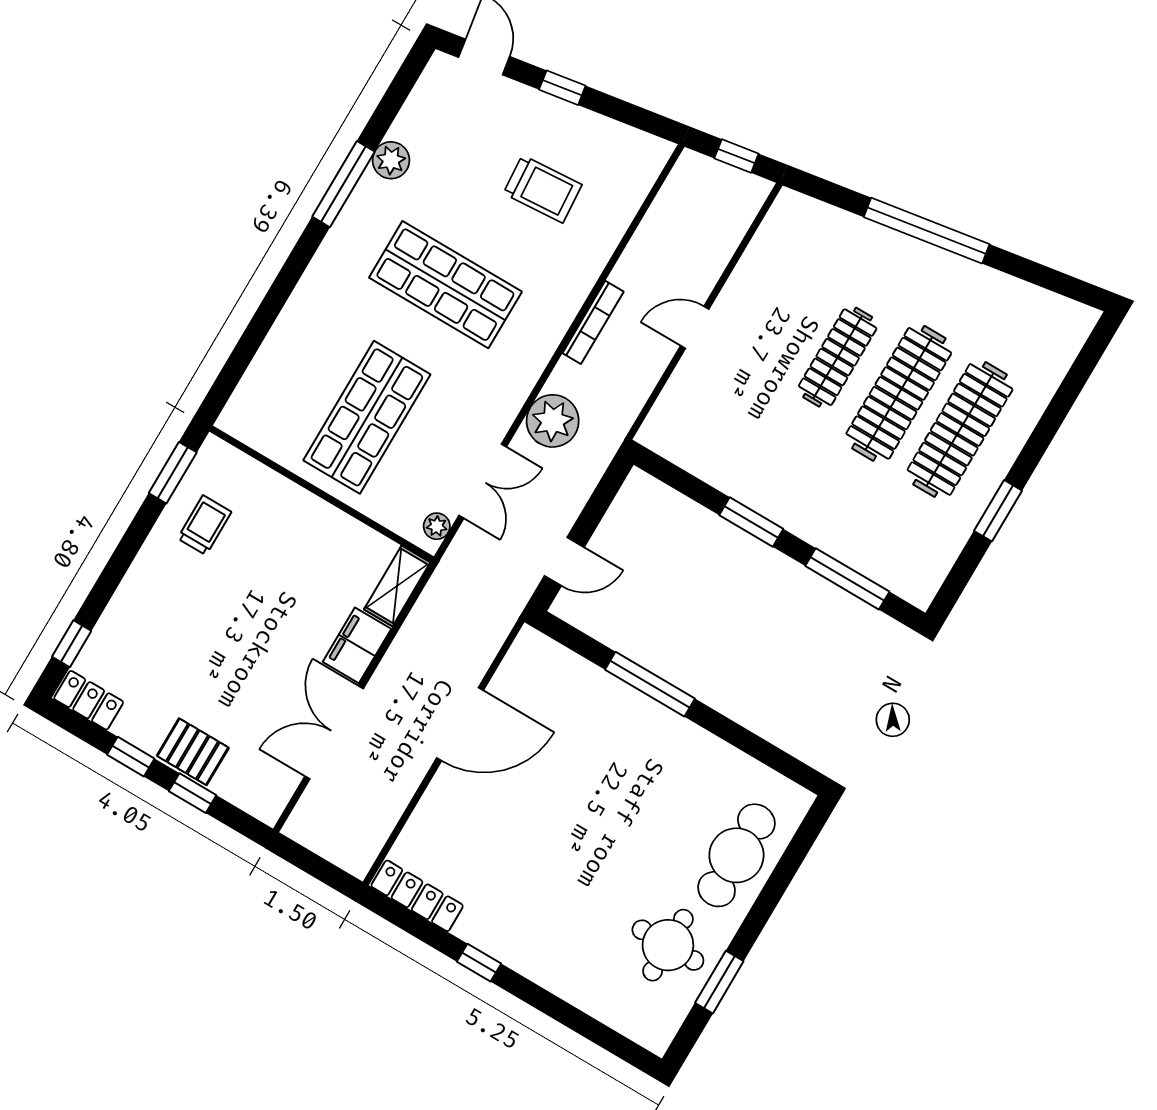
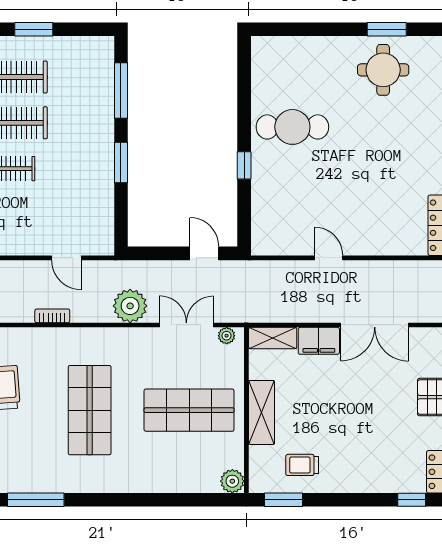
plant: (391, 160) -> (232, 481), moved
window: (343, 184) -> (36, 500), moved
bookcase: (593, 322) -> (52, 316), width x0.64
door: (695, 327) -> (66, 258), moved
shelving: (307, 512) -> (262, 412), added
window: (650, 684) -> (244, 165), width x0.46
door: (460, 724) -> (329, 258), width x0.53
cafe table: (736, 855) -> (292, 127), moved

